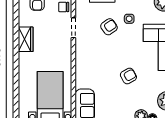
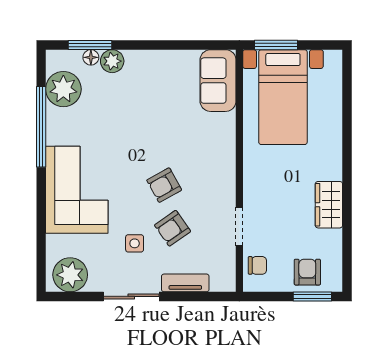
armchair: (128, 76) -> (164, 185), moved

